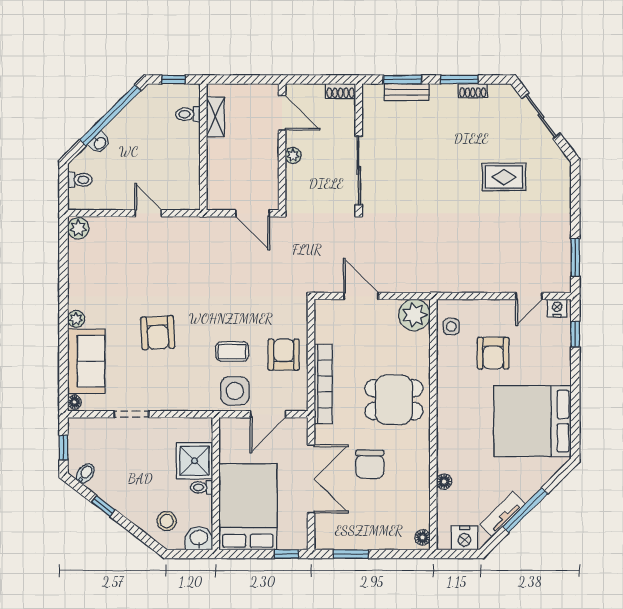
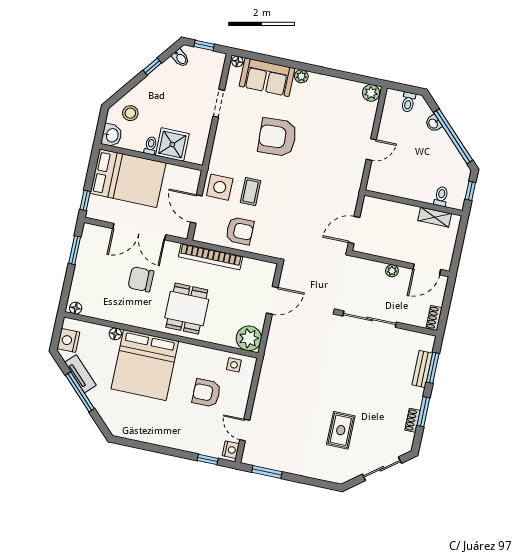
armchair: (158, 333) -> (277, 137), width x1.36, depth x1.36
bed: (533, 421) -> (145, 365), moved, turned 180

